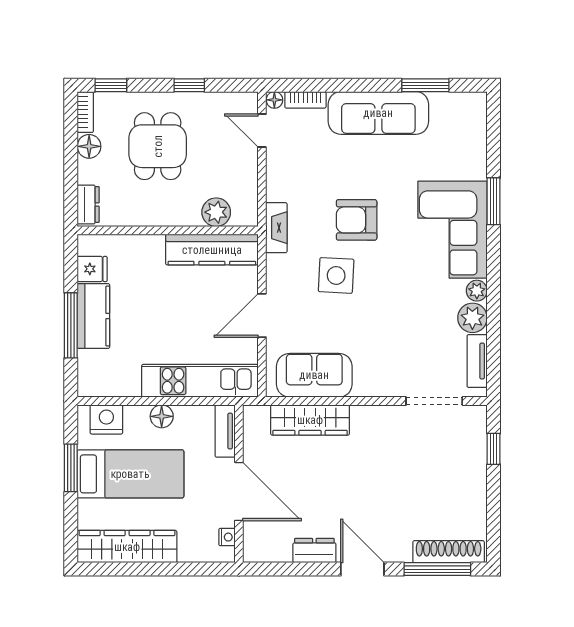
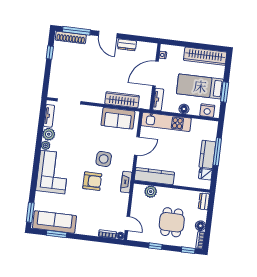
sofa: (378, 113) -> (54, 222), moved
window: (494, 201) -> (30, 212), moved
window: (494, 449) -> (50, 52), moved
door: (239, 491) -> (155, 74), hinge flipped

